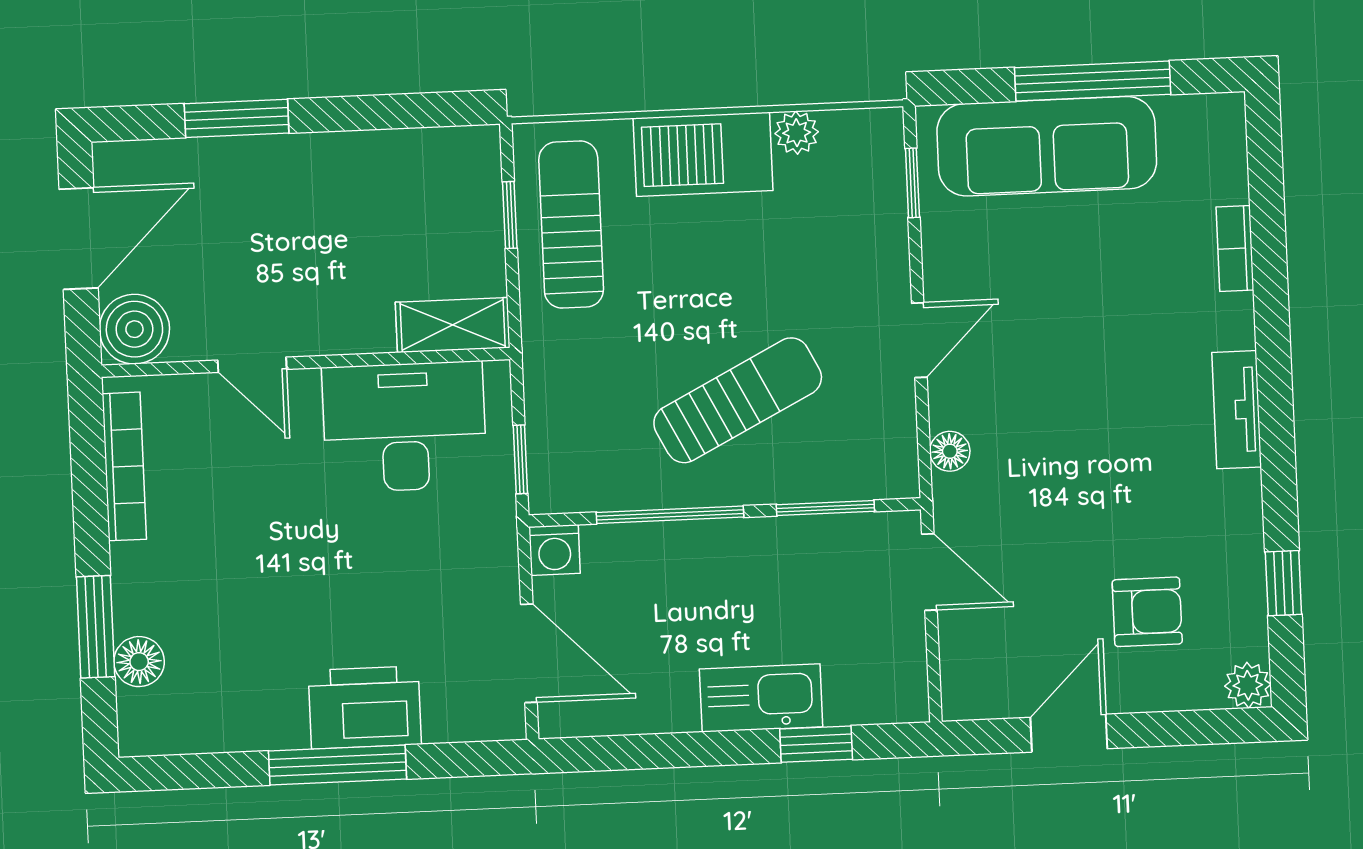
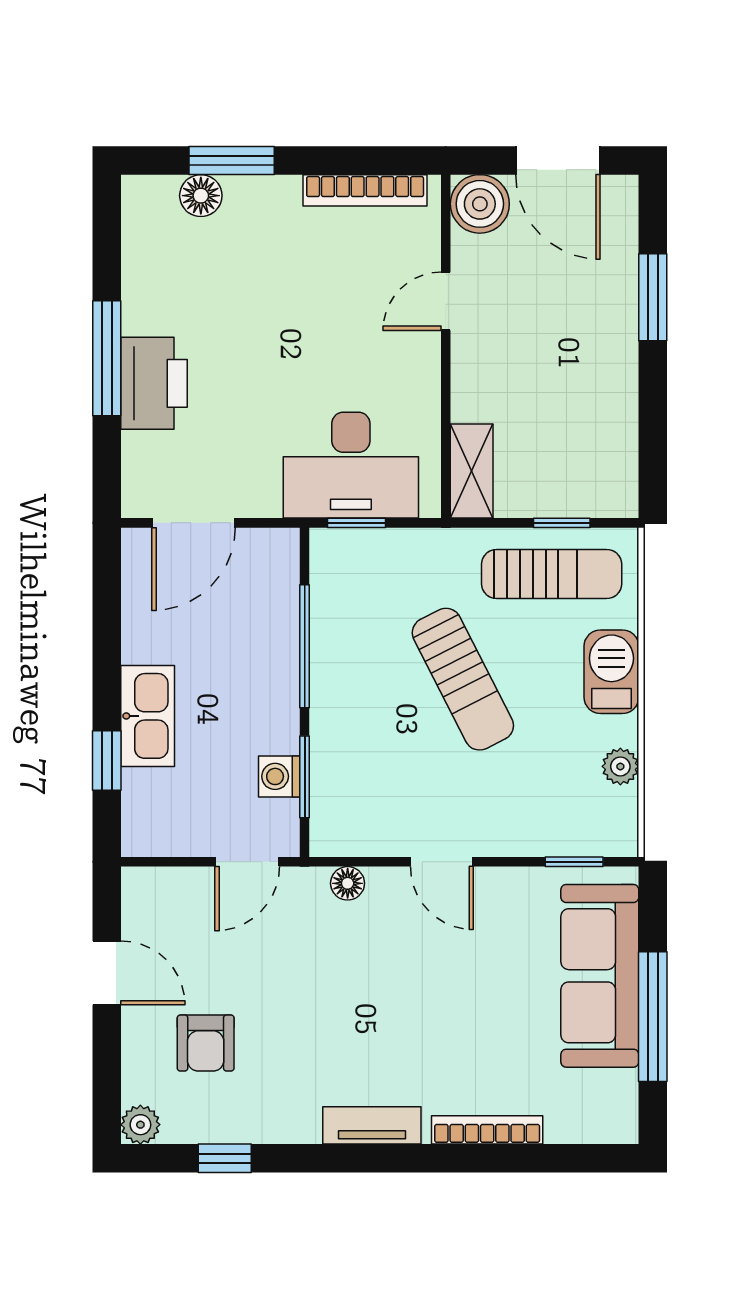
barbecue: (703, 154) -> (611, 672), width x0.73, depth x0.83
bookcase: (1235, 249) -> (487, 1130), width x1.56
sun lounger: (738, 400) -> (463, 679), moved
desk: (404, 427) -> (351, 465), moved, turned 90
washing machine: (555, 550) -> (279, 776), moved

